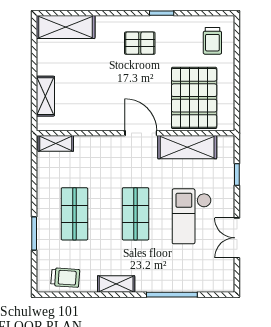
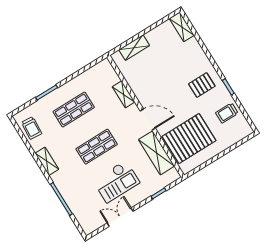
shelving: (66, 27) -> (182, 27), width x0.67, depth x0.75
trolley: (212, 41) -> (227, 113), moved
pallet: (140, 43) -> (202, 85), turned 90
door: (141, 133) -> (148, 120), hinge flipped
shelving: (56, 143) -> (123, 94), moved
checkout: (192, 216) -> (116, 182), turned 180

